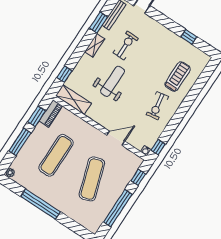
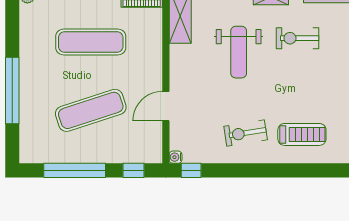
exercise bike: (126, 46) -> (298, 38), turned 180
weight bench: (113, 81) -> (239, 52), turned 90
door: (116, 138) -> (166, 106), swing flipped
window: (41, 204) -> (12, 90), moved

